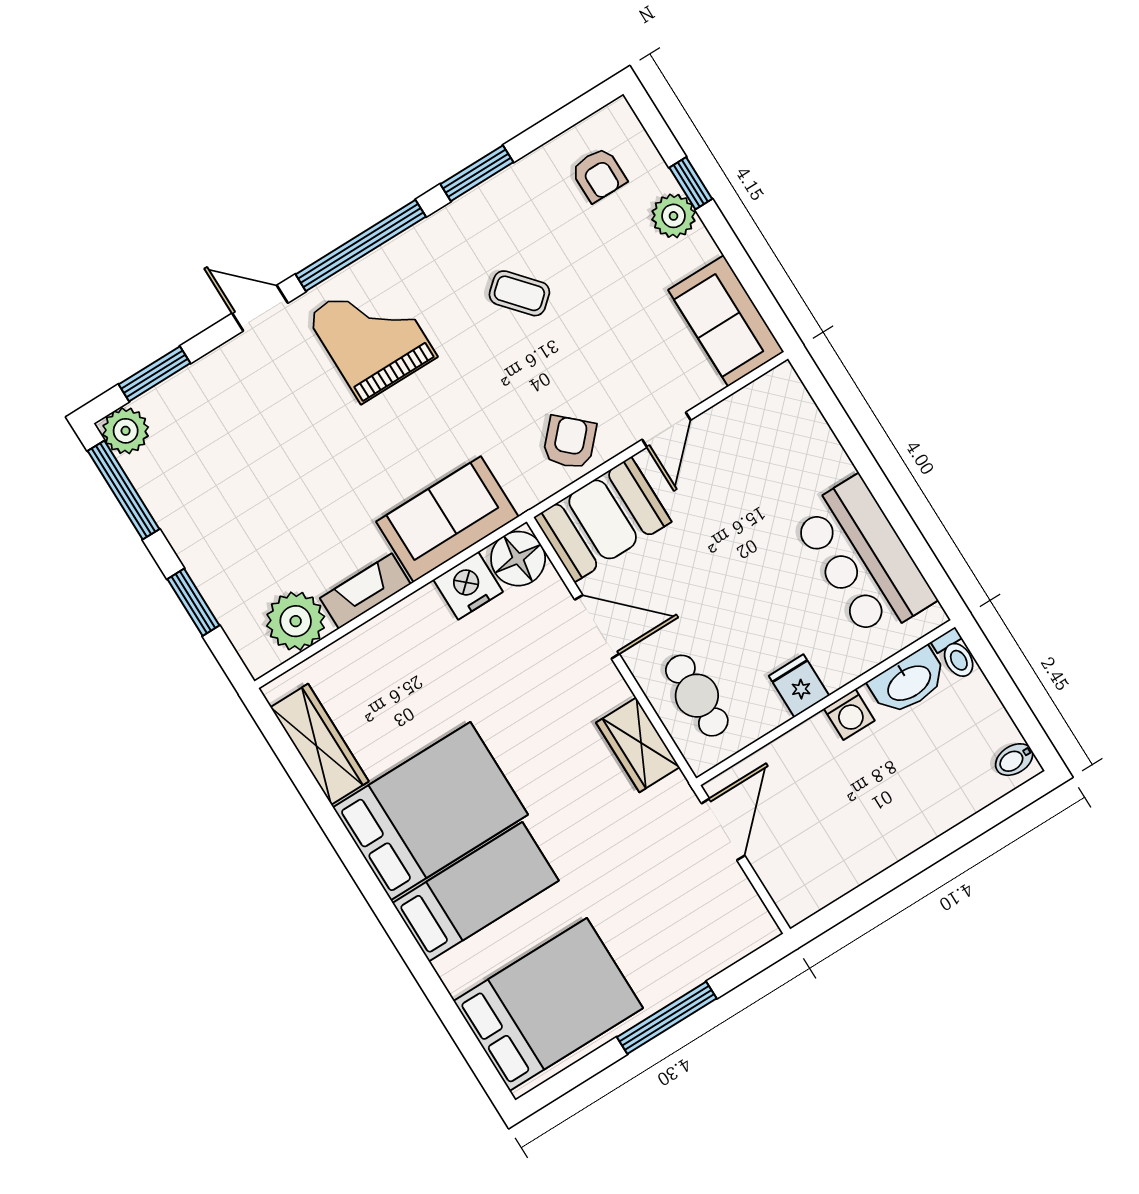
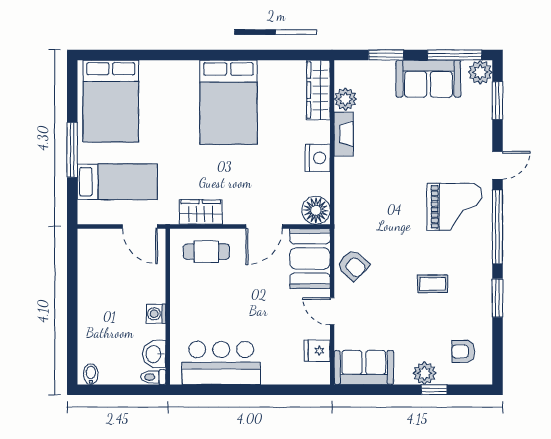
coffee table: (519, 293) -> (433, 284), turned 41
sofa: (447, 519) -> (428, 79), moved, turned 90
nightstand: (468, 586) -> (318, 158), moved
plant: (296, 621) -> (345, 99), width x0.73, depth x0.73
washbasin: (908, 682) -> (154, 354), width x0.72
fridge: (799, 686) -> (317, 351), moved, turned 180
wardrobe: (320, 744) -> (318, 90), moved, turned 90
bed: (476, 892) -> (117, 182), moved, turned -90

